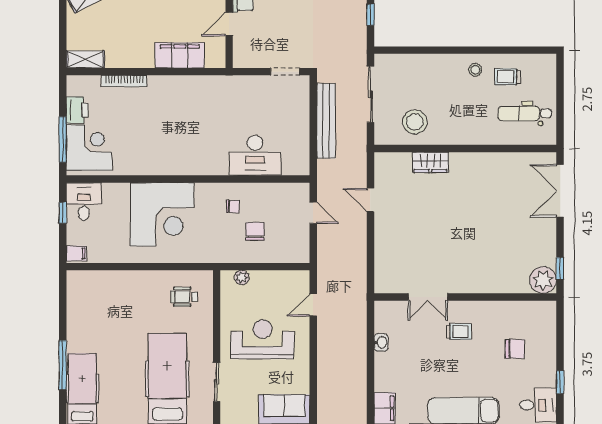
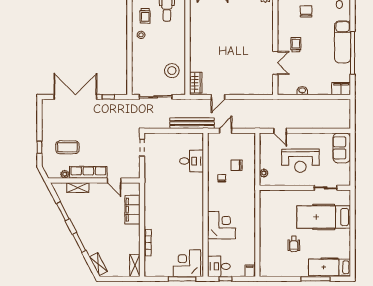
printer: (77, 110) -> (165, 270), removed
bench: (326, 121) -> (192, 123), moved
desk: (255, 155) -> (192, 161), width x0.73
wardrobe: (430, 162) -> (196, 83), moved
corner desk: (162, 214) -> (222, 225), width x0.74, depth x0.74
wheelchair: (184, 297) -> (294, 244), moved
reception desk: (262, 339) -> (300, 161), turned -90

